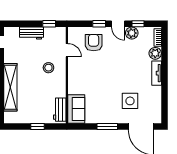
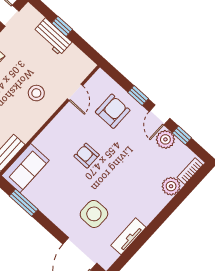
window: (49, 24) -> (62, 26), moved
tv unit: (157, 73) -> (128, 236), moved
armchair: (101, 76) -> (87, 156), added
window: (107, 127) -> (24, 203), moved

